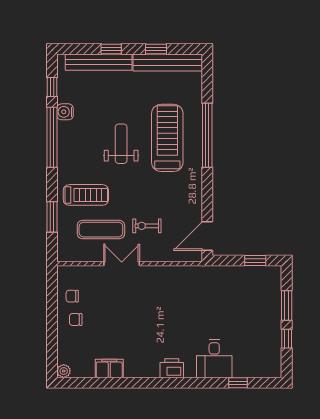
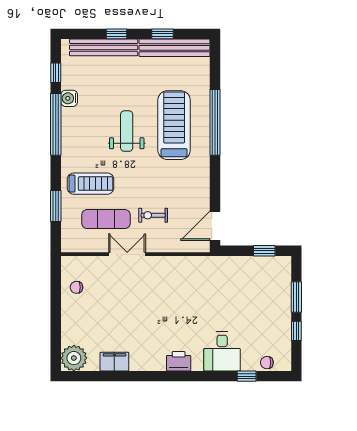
chair: (76, 319) -> (267, 363), moved
plant: (64, 371) -> (74, 358), width x1.87, depth x1.87

